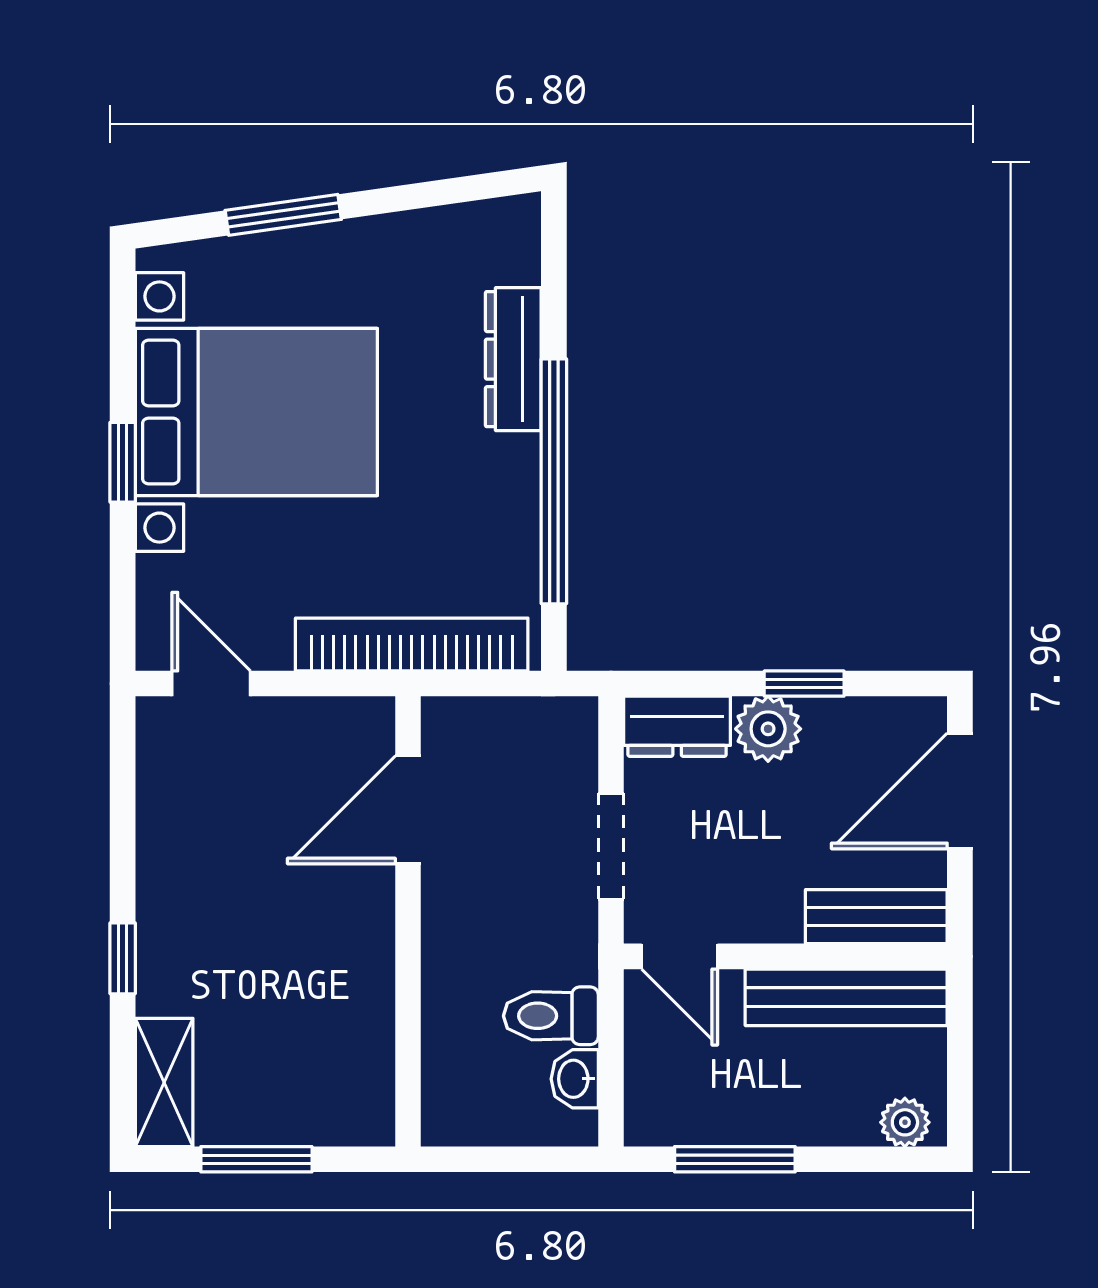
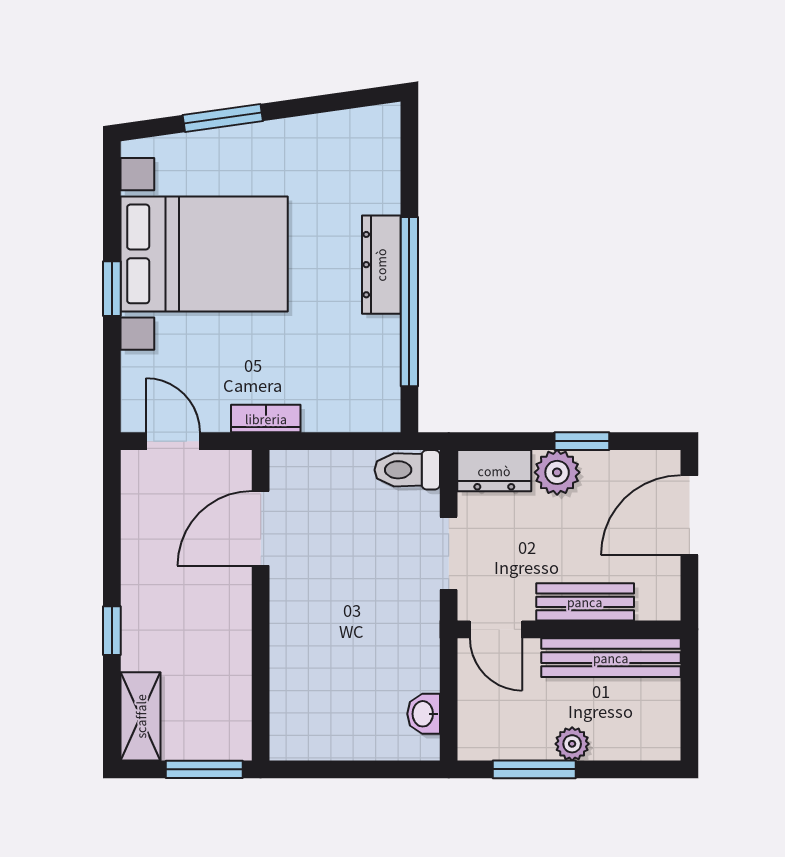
dresser: (513, 359) -> (381, 265), moved
bookcase: (412, 644) -> (266, 419), width x0.43, depth x0.76
door: (408, 810) -> (261, 528), moved
bench: (876, 917) -> (585, 602), moved
wall: (408, 921) -> (261, 605), moved
toilet: (551, 1016) -> (407, 470), moved
plant: (905, 1122) -> (572, 744), moved

